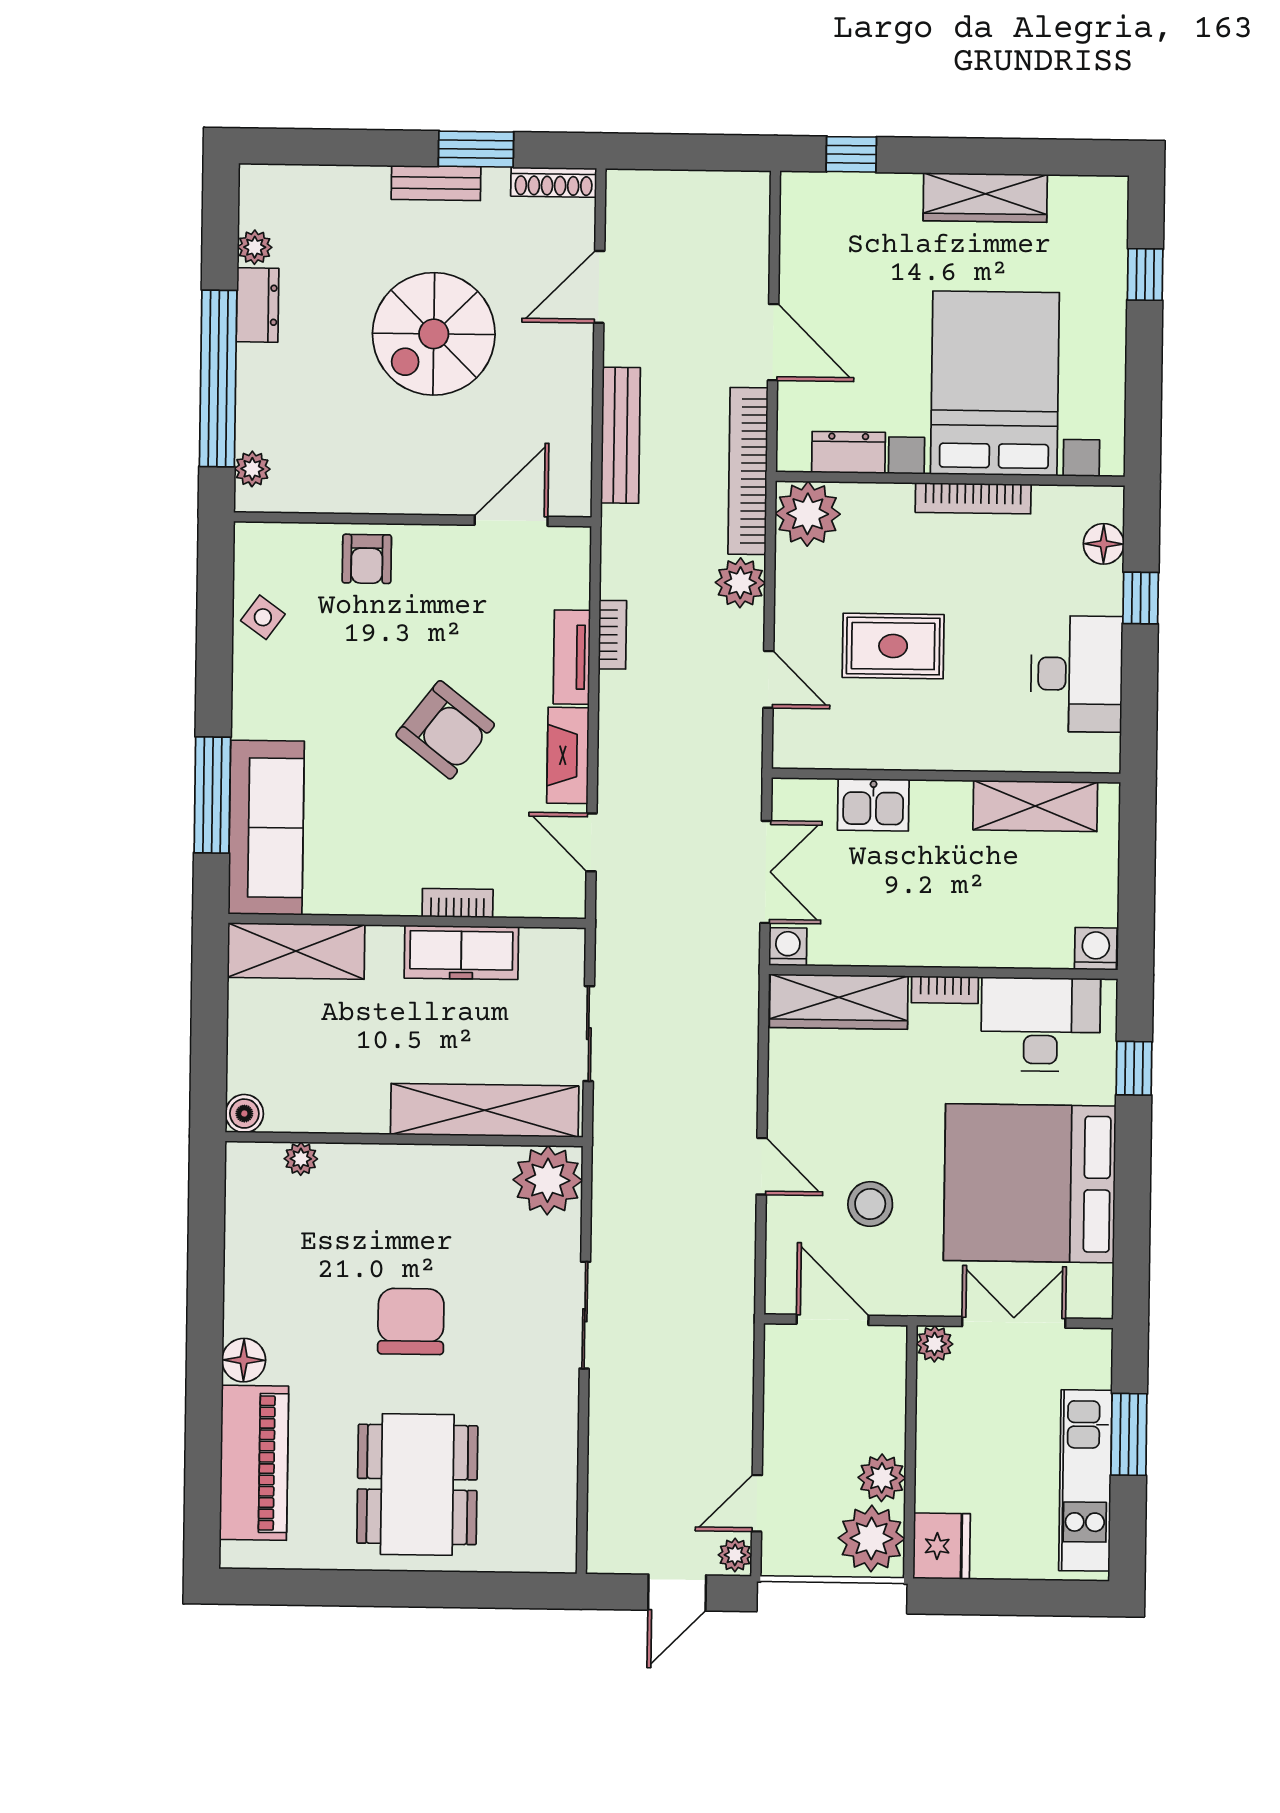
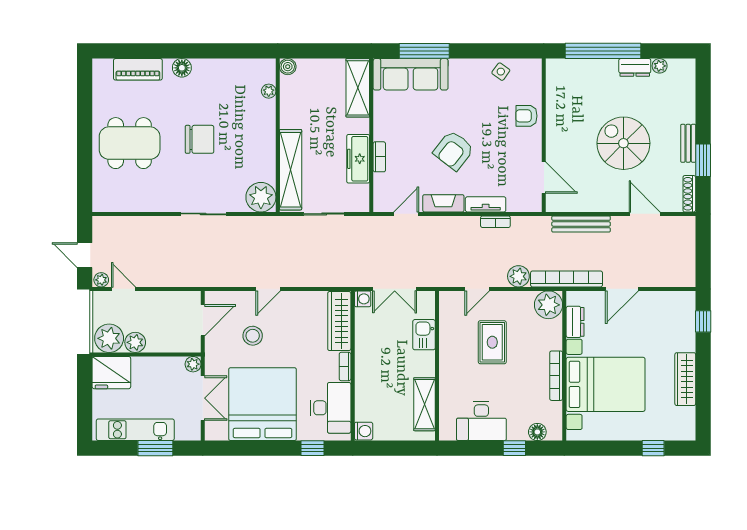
plant: (252, 469) -> (564, 66), removed
piano: (254, 1463) -> (138, 69), width x0.73, depth x0.75
fridge: (942, 1546) -> (111, 373), width x1.36, depth x1.34

